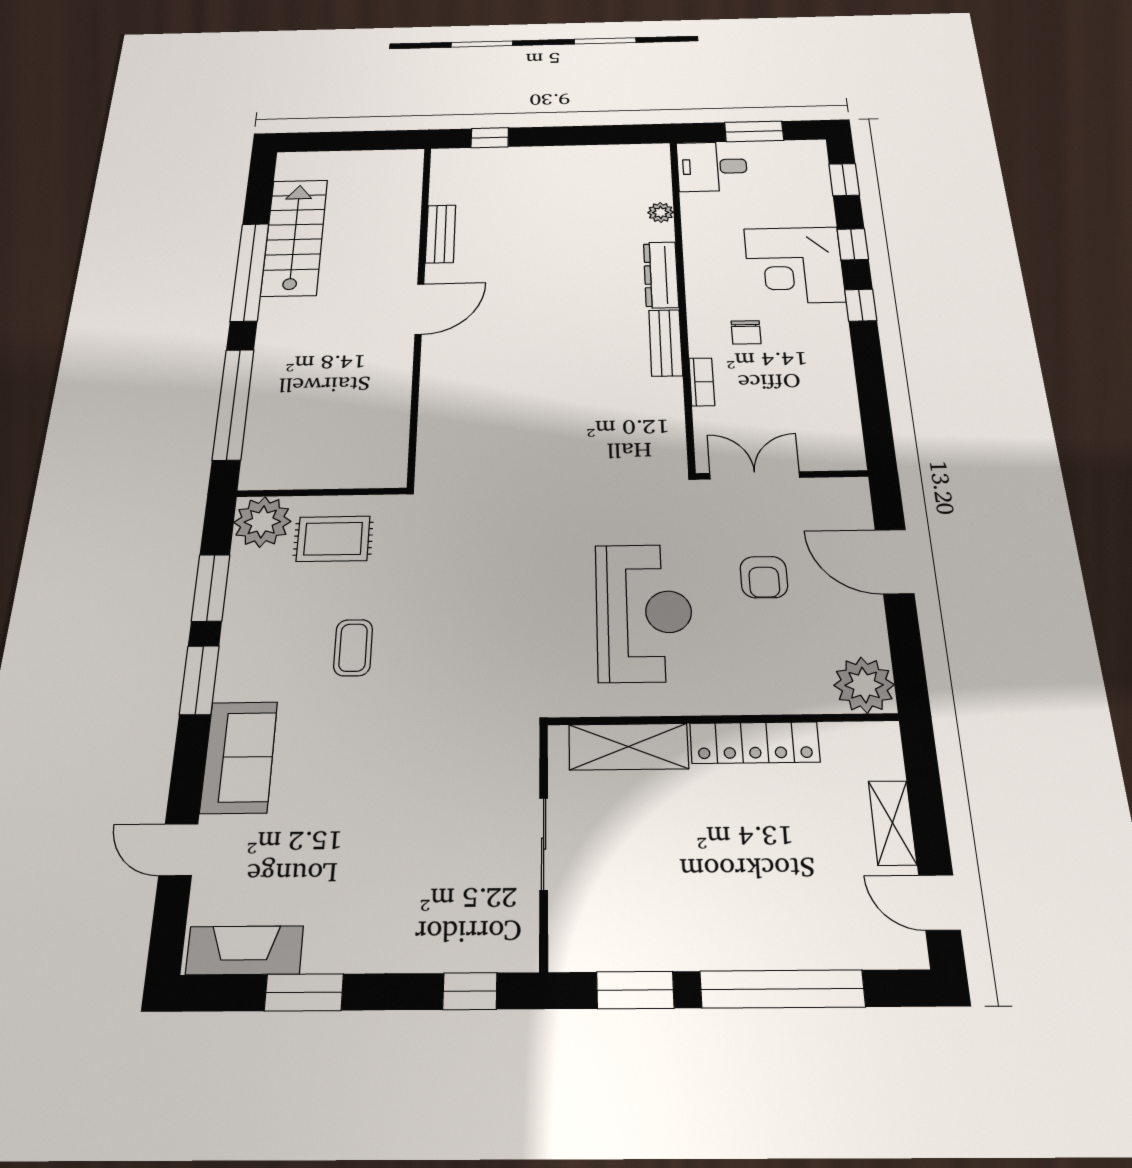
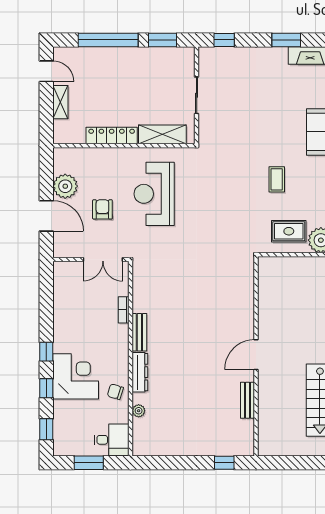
chair: (746, 332) -> (115, 392), moved, turned -73
plant: (864, 685) -> (65, 186), moved

